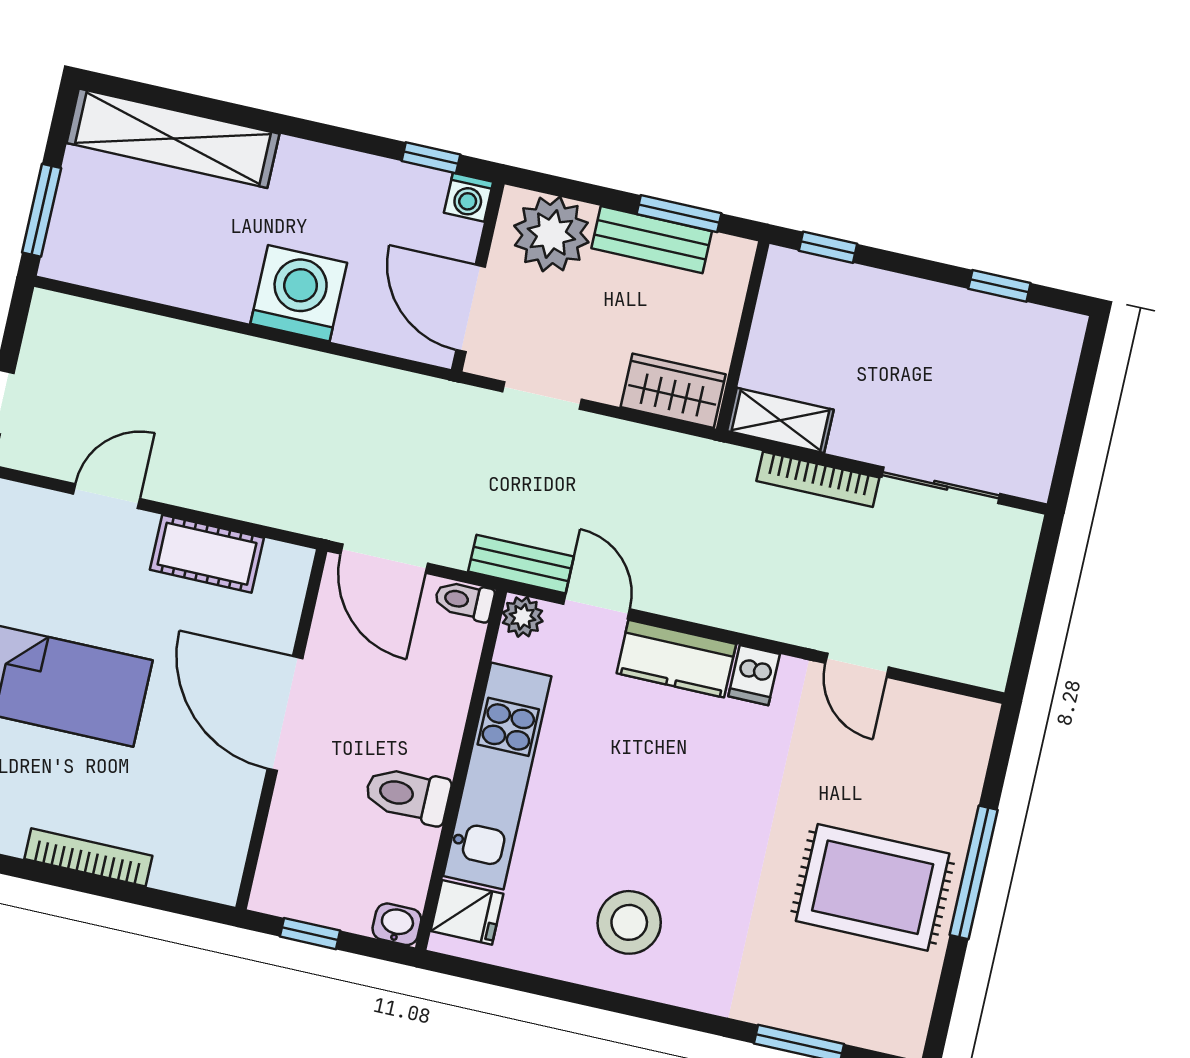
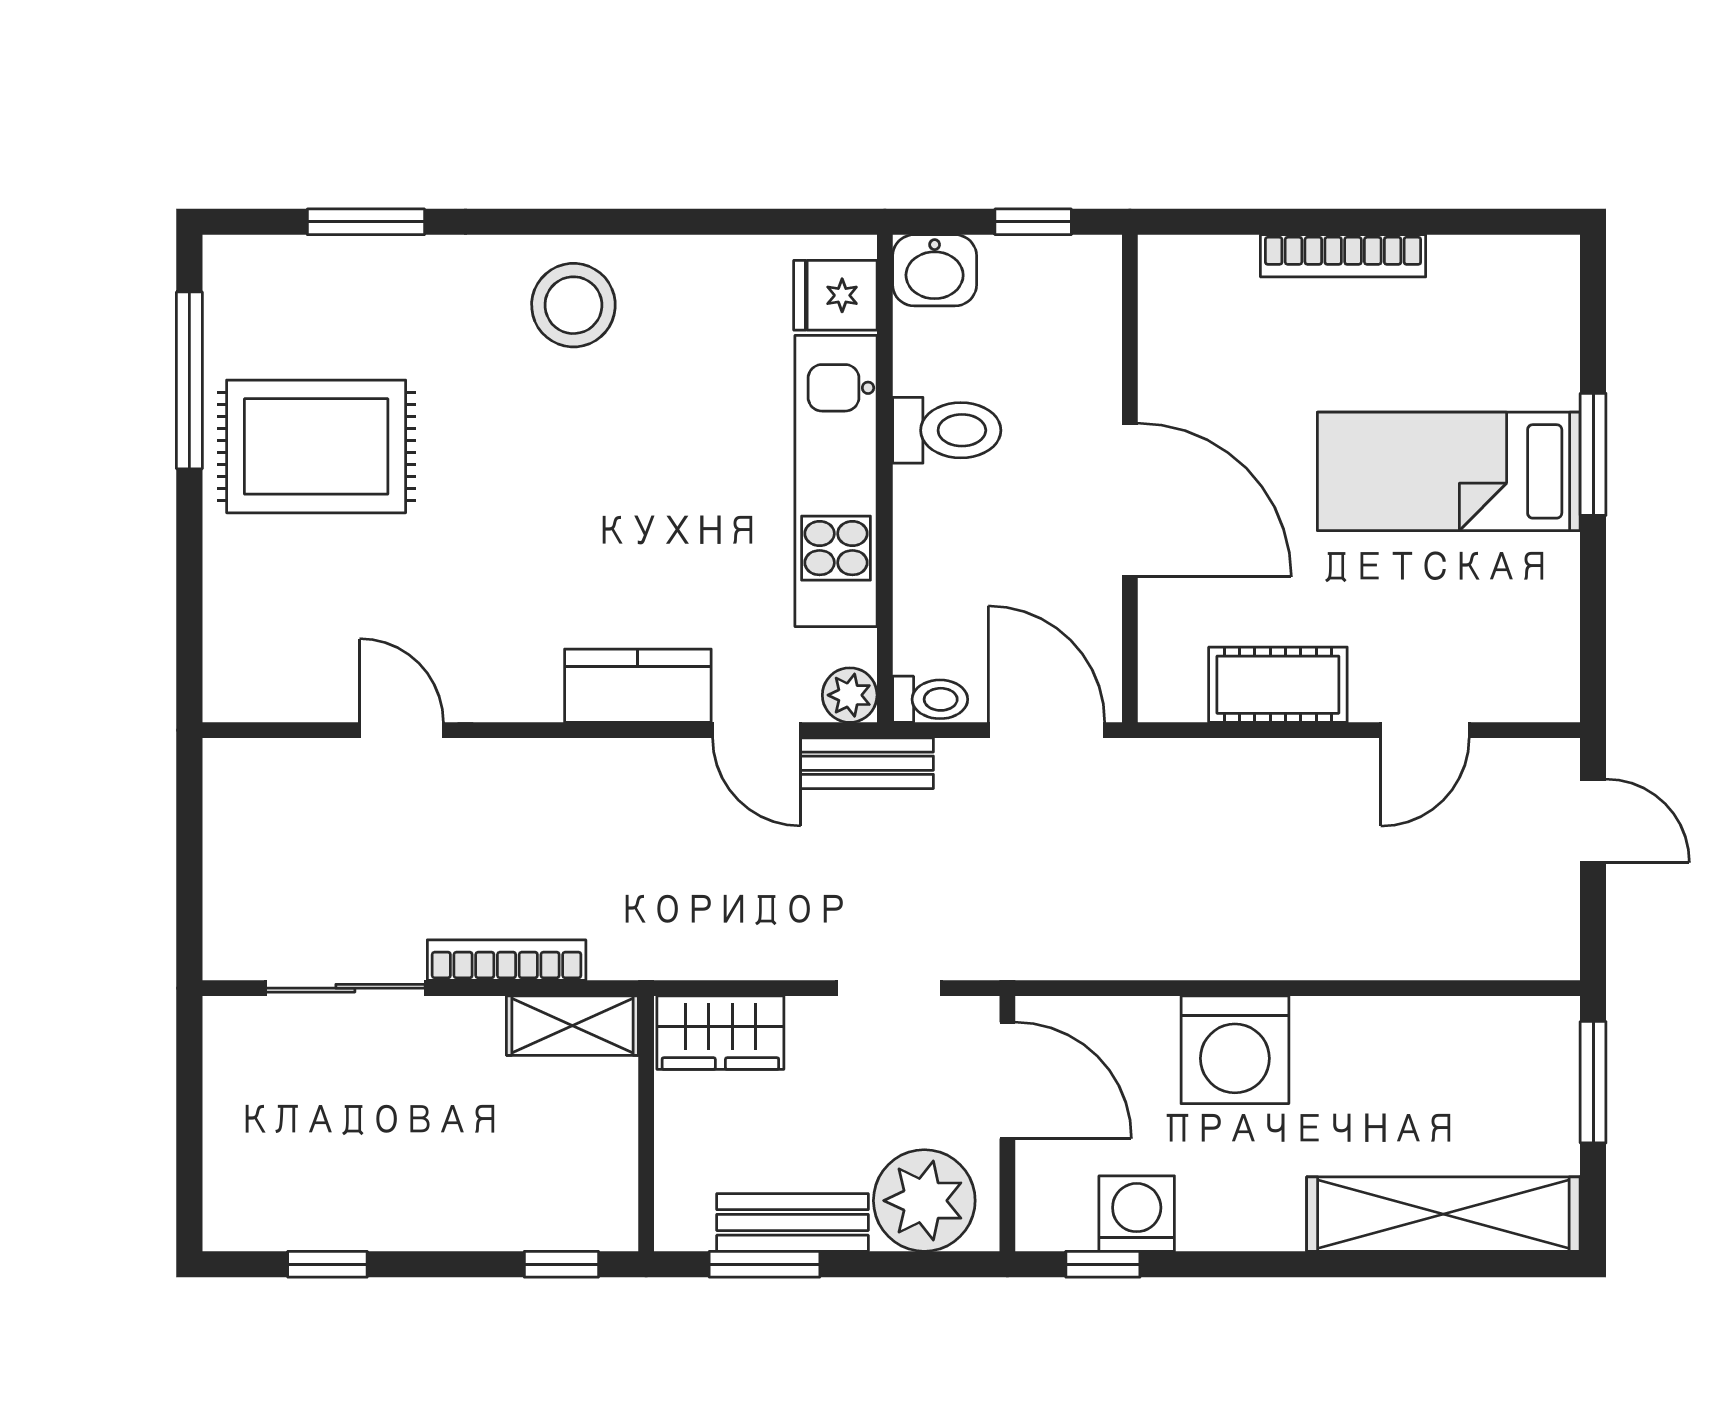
washing machine: (469, 197) -> (1137, 1214), moved, width x1.38, depth x1.38
dishwasher: (754, 675) -> (532, 687), removed
window: (974, 872) -> (189, 380), moved
stool: (629, 922) -> (573, 305), moved
washbasin: (397, 924) -> (935, 270), width x1.38, depth x1.45

